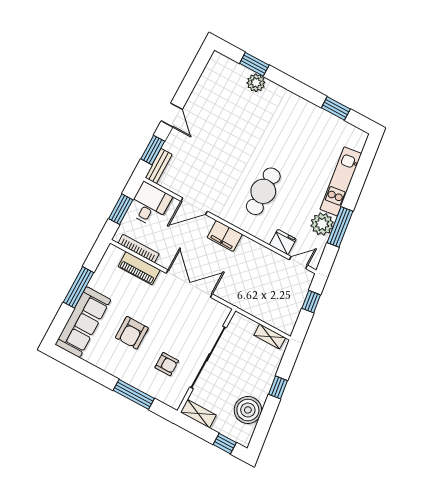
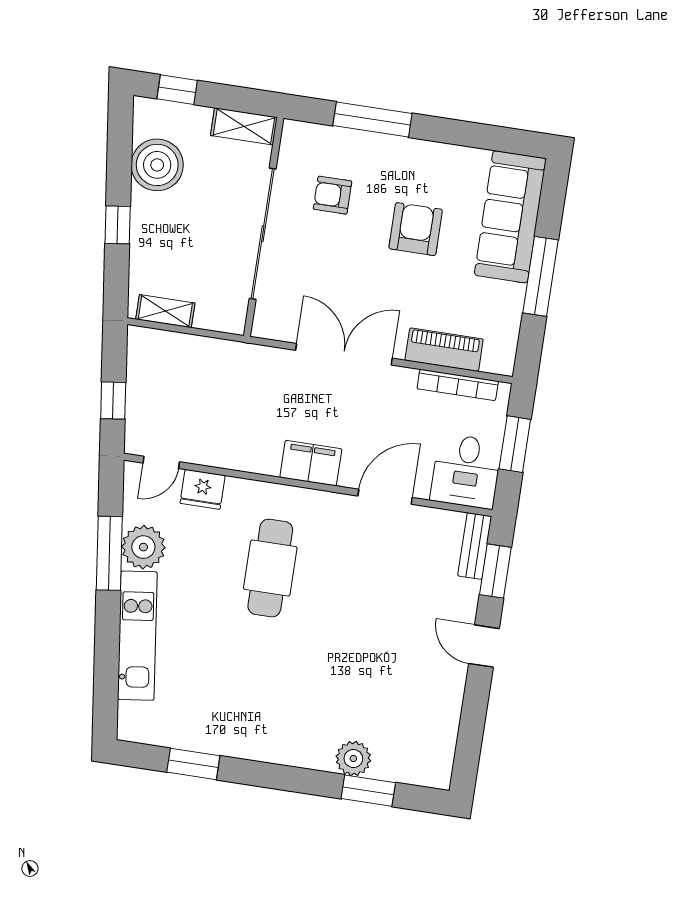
double door: (189, 284) -> (344, 354), swing flipped

